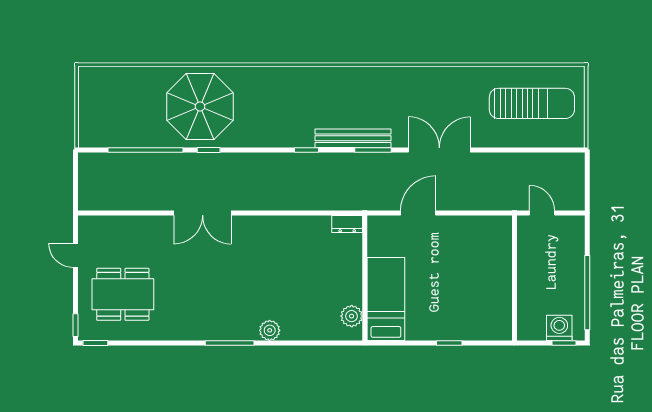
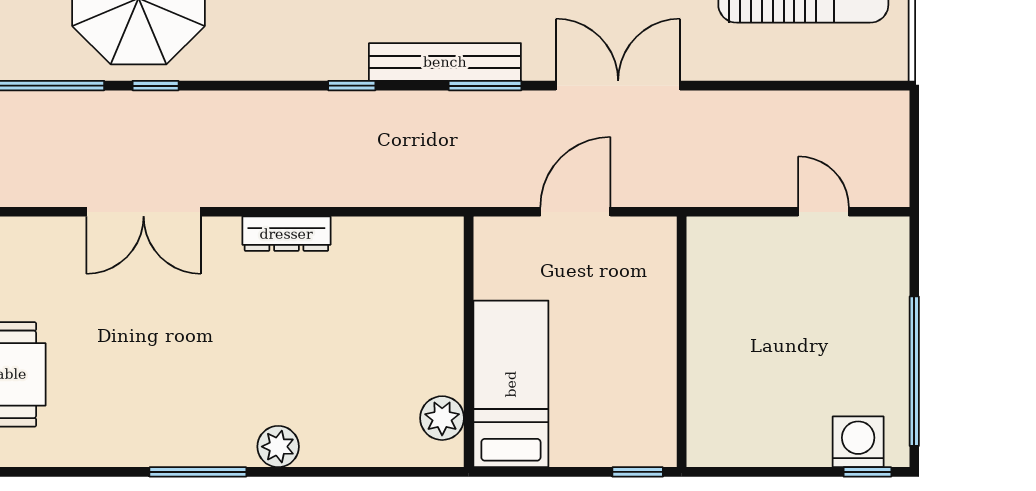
dresser: (347, 224) -> (286, 234), moved, width x1.44
wall: (514, 278) -> (682, 342), moved

